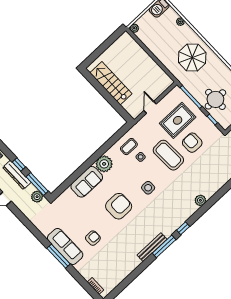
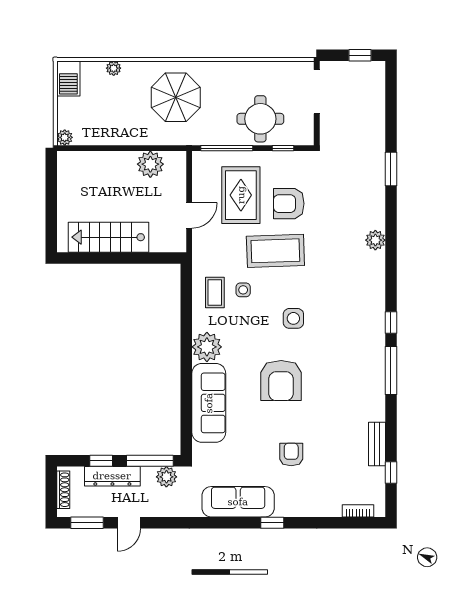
plant: (156, 73) -> (150, 164), added
door: (150, 107) -> (189, 215), swing flipped
sofa: (87, 182) -> (209, 403), width x1.36
plant: (200, 200) -> (375, 240), moved
armchair: (119, 206) -> (281, 381), turned 180
sofa: (65, 246) -> (238, 502), moved
bench: (152, 247) -> (377, 444), moved, width x0.73
window: (58, 256) -> (272, 523), width x0.46
window: (123, 285) -> (391, 473), added

